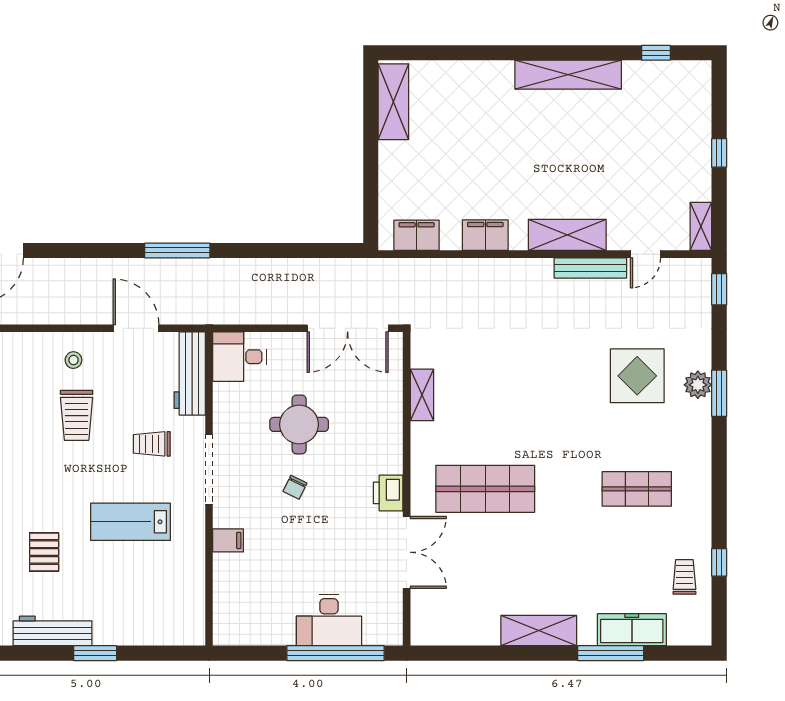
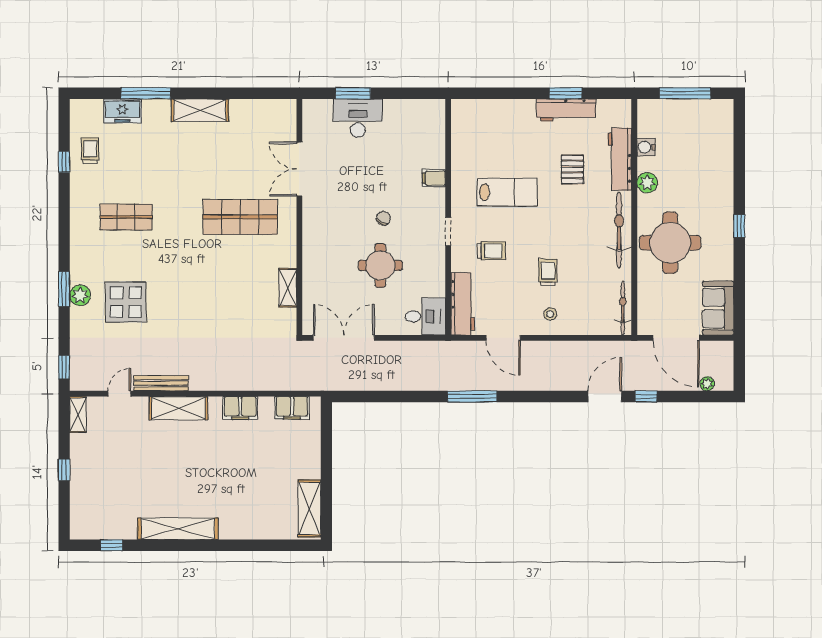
trolley: (77, 415) -> (548, 272), width x0.73, depth x0.72
doorway: (209, 469) -> (448, 232), width x0.53
printer: (388, 493) -> (313, 214), removed
trolley: (684, 577) -> (90, 151), turned 180
freezer: (632, 630) -> (122, 111), width x0.71
window: (95, 653) -> (566, 93), moved
window: (336, 653) -> (353, 93), width x0.47

